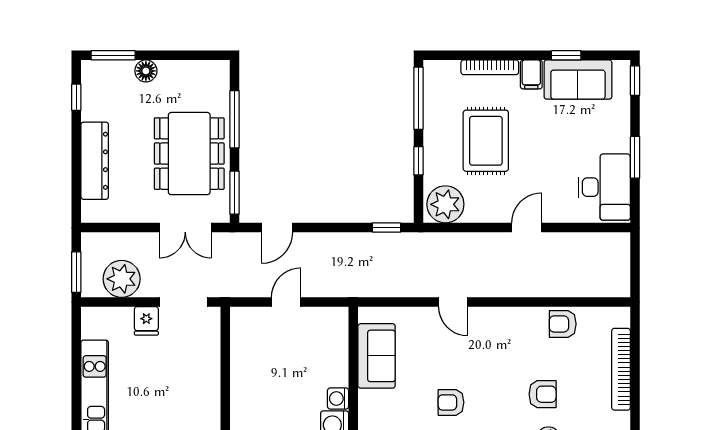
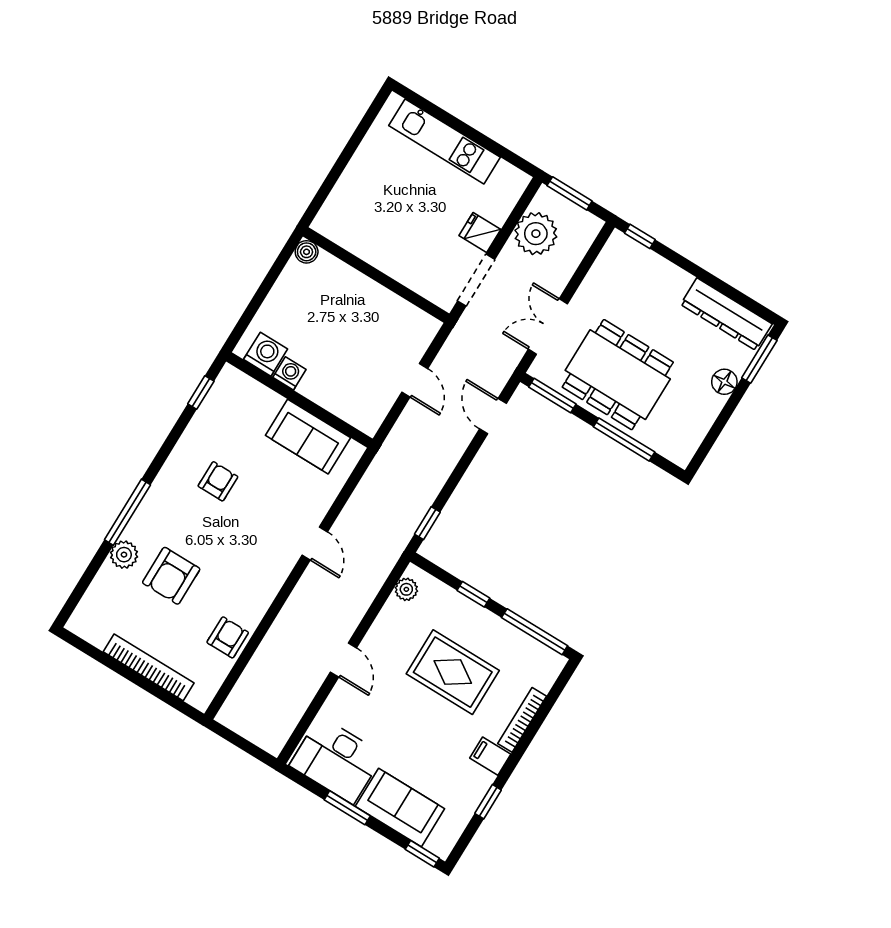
sofa: (578, 80) -> (400, 808), moved, turned 90
window: (76, 97) -> (640, 236), moved
dresser: (95, 161) -> (726, 314), moved
plant: (445, 204) -> (406, 589), width x0.53, depth x0.53
door: (453, 302) -> (315, 544), swing flipped
armchair: (543, 394) -> (171, 576), width x1.38, depth x1.38

